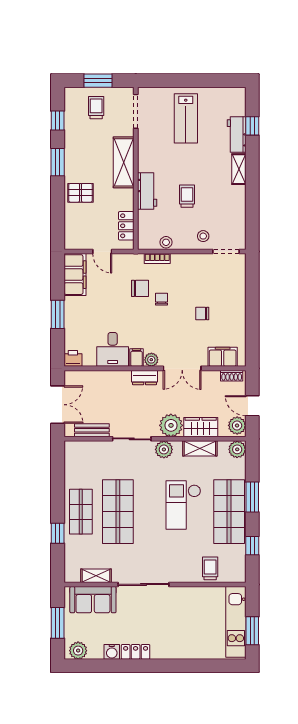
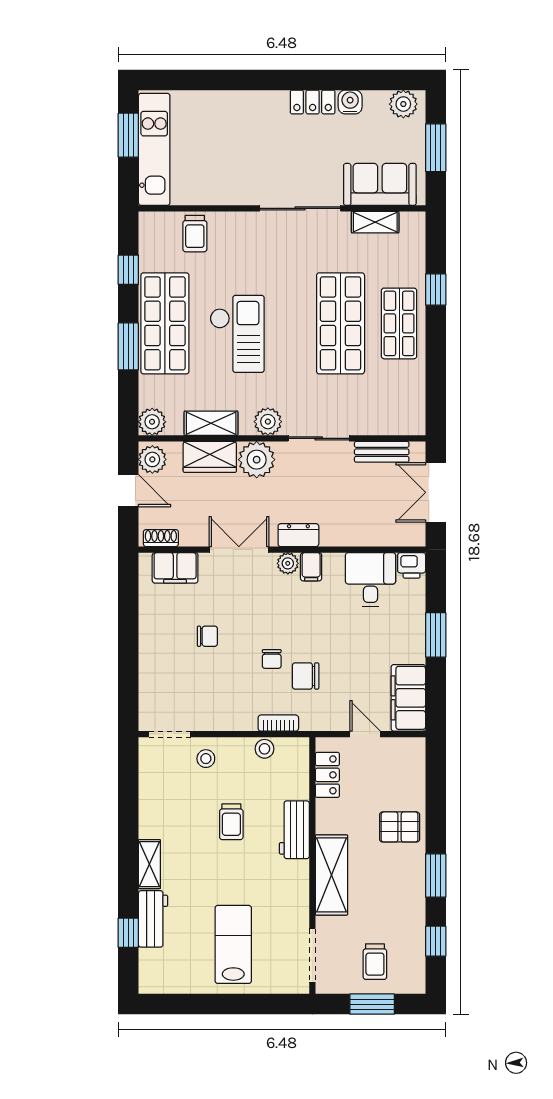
desk: (113, 349) -> (370, 580), moved

